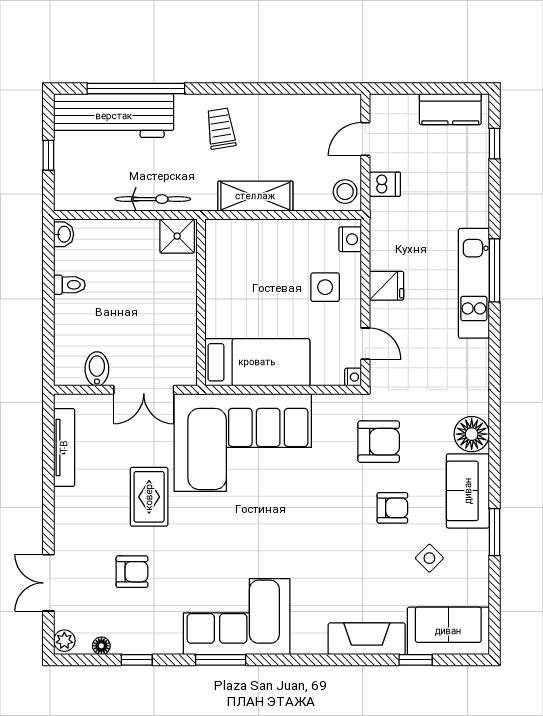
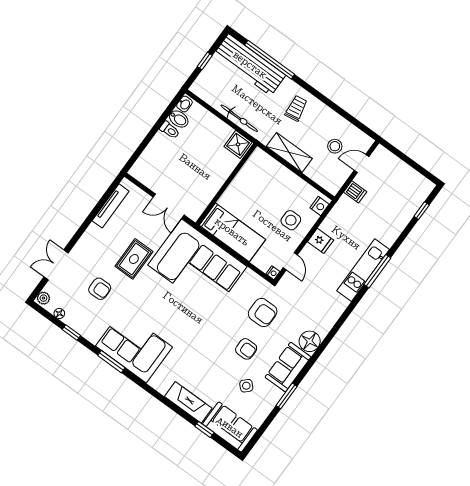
kitchen counter: (450, 109) -> (412, 179), removed
stool: (345, 192) -> (335, 146), moved
bidet: (97, 369) -> (179, 119), moved, turned 90

